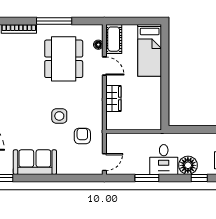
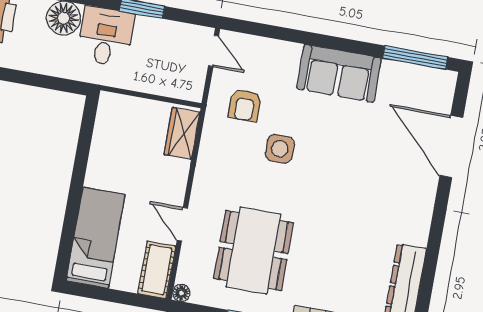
floor lamp: (98, 45) -> (181, 293), moved
wardrobe: (113, 99) -> (182, 133), moved
door: (104, 162) -> (214, 51), swing flipped

